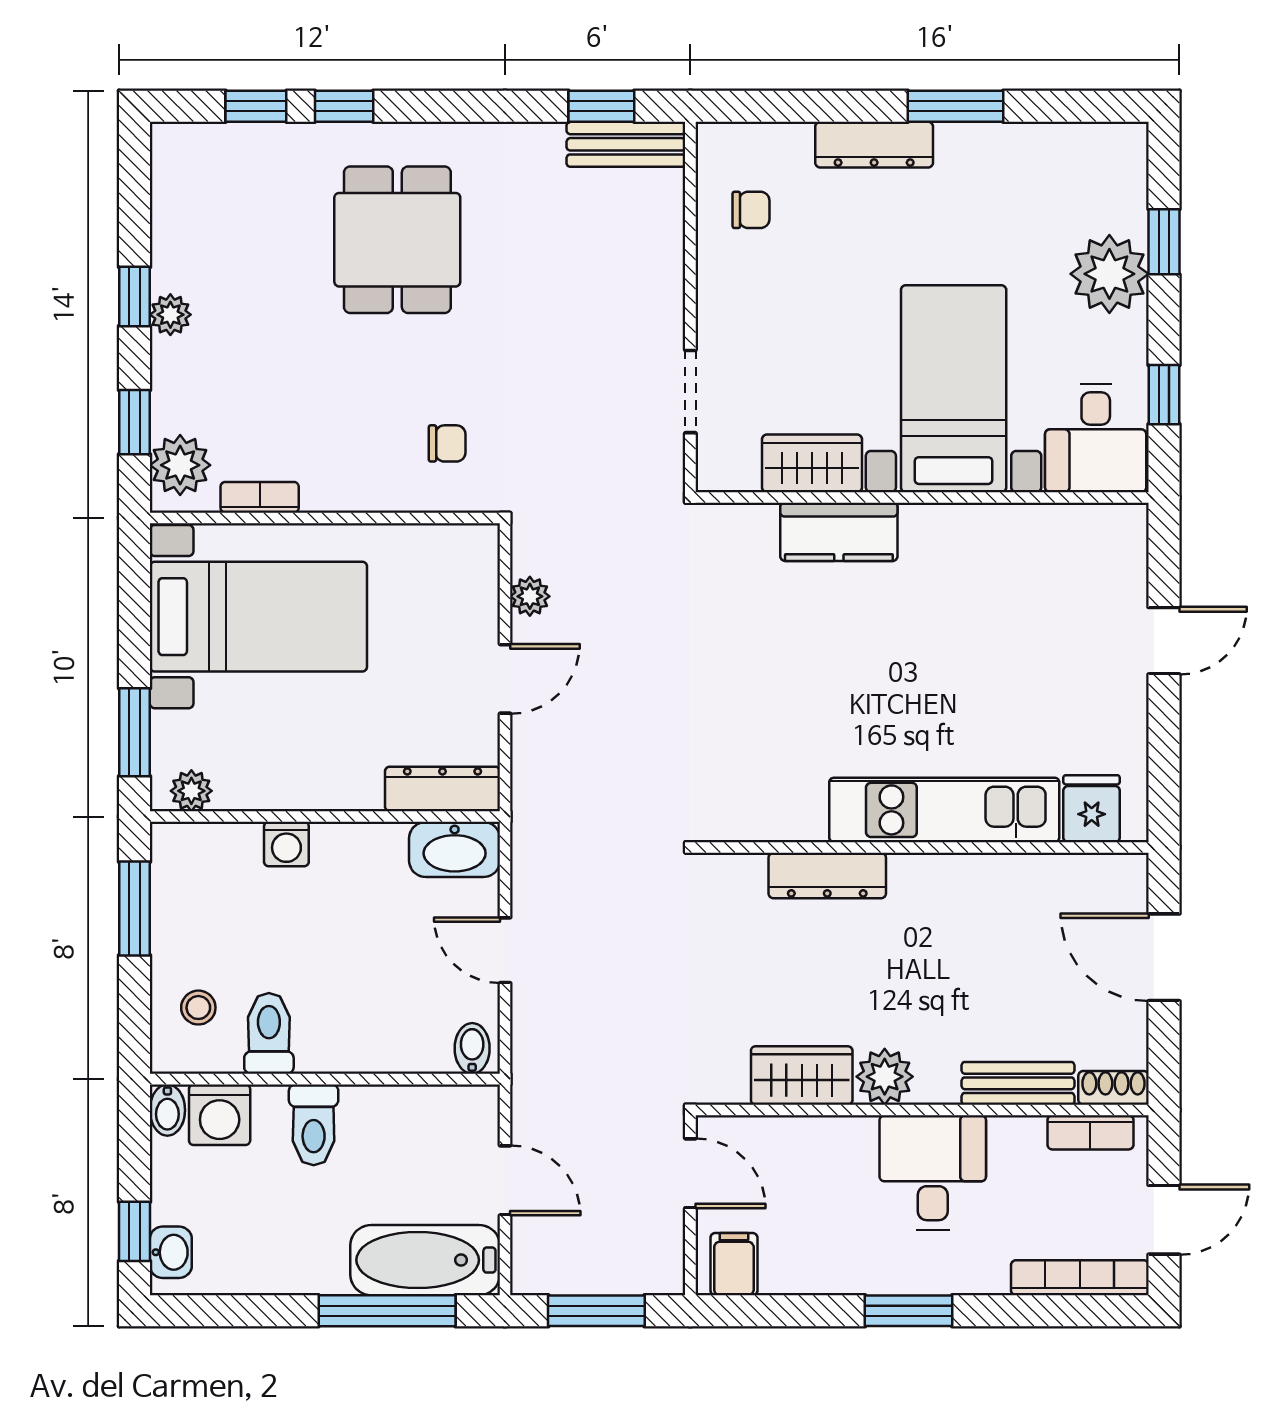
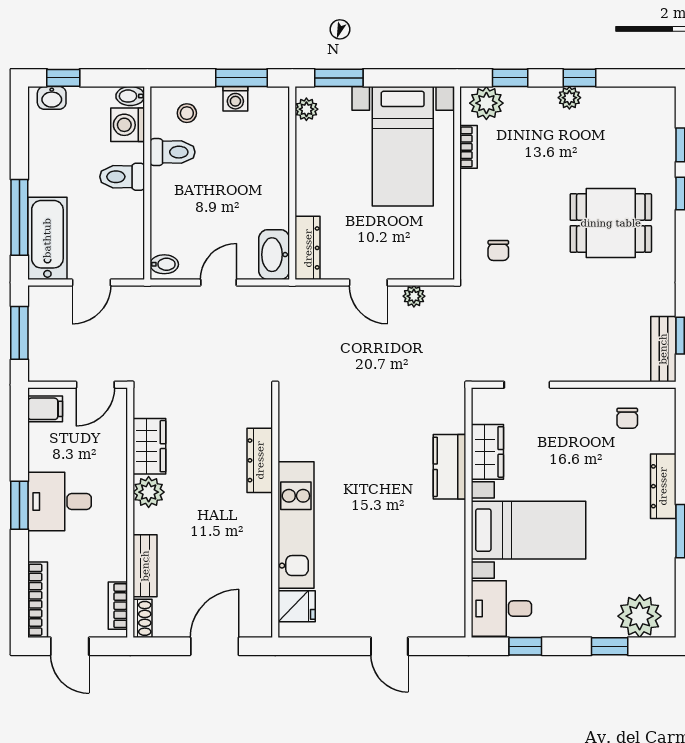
plant: (1109, 274) -> (640, 616), moved
washing machine: (286, 844) -> (235, 99), moved, turned -90
desk: (933, 1172) -> (60, 502), moved, turned 180

